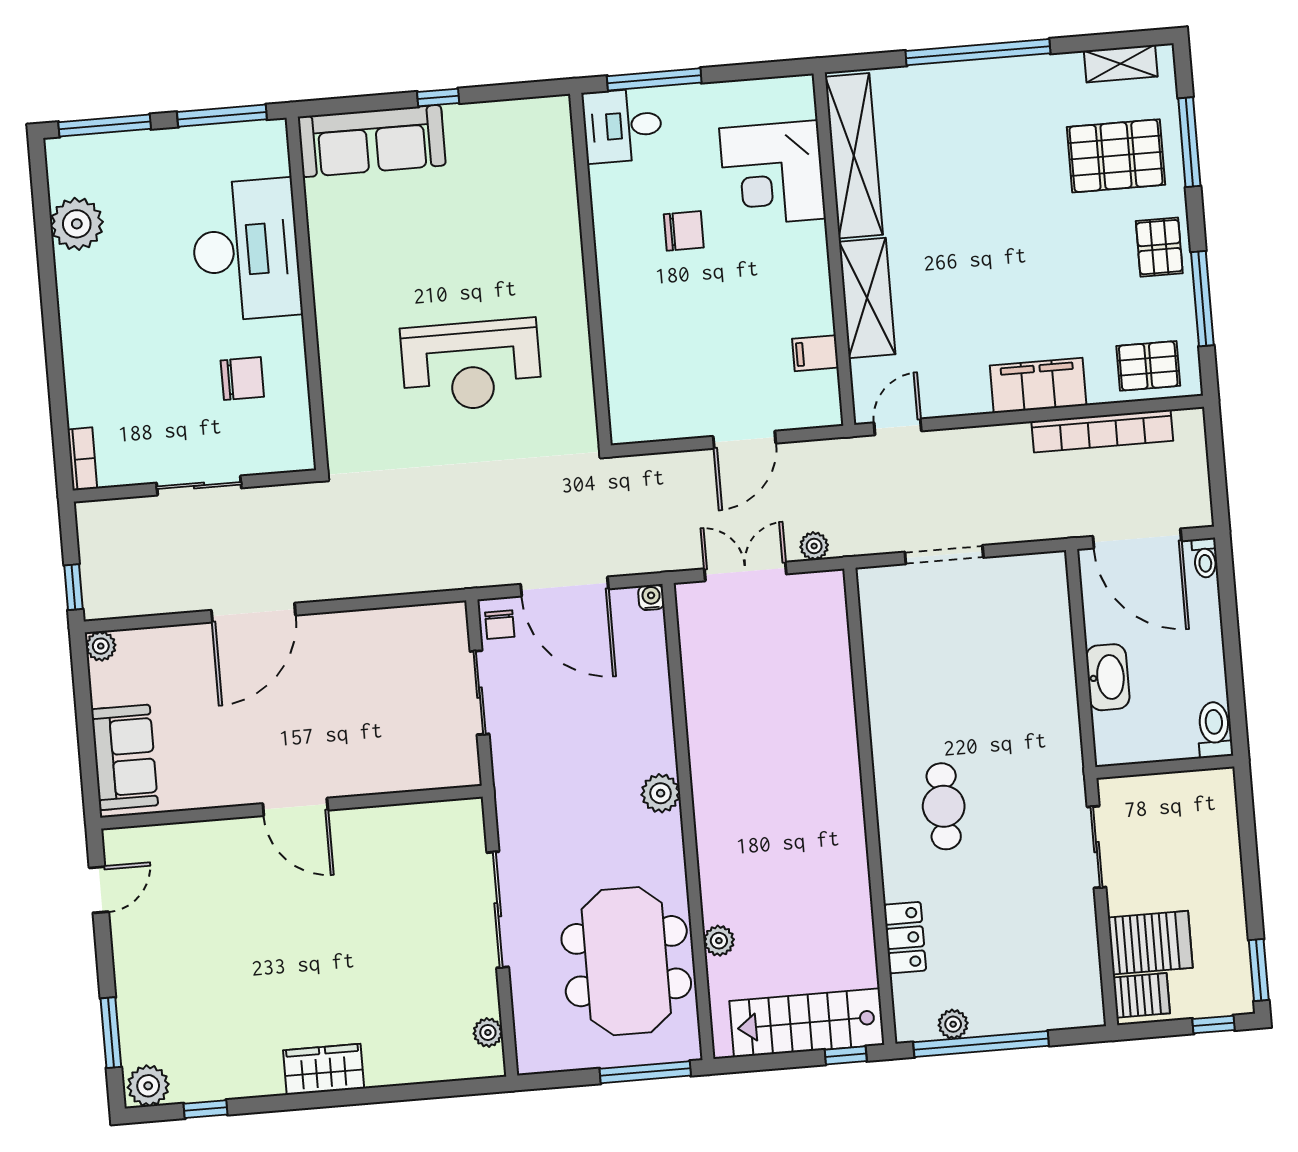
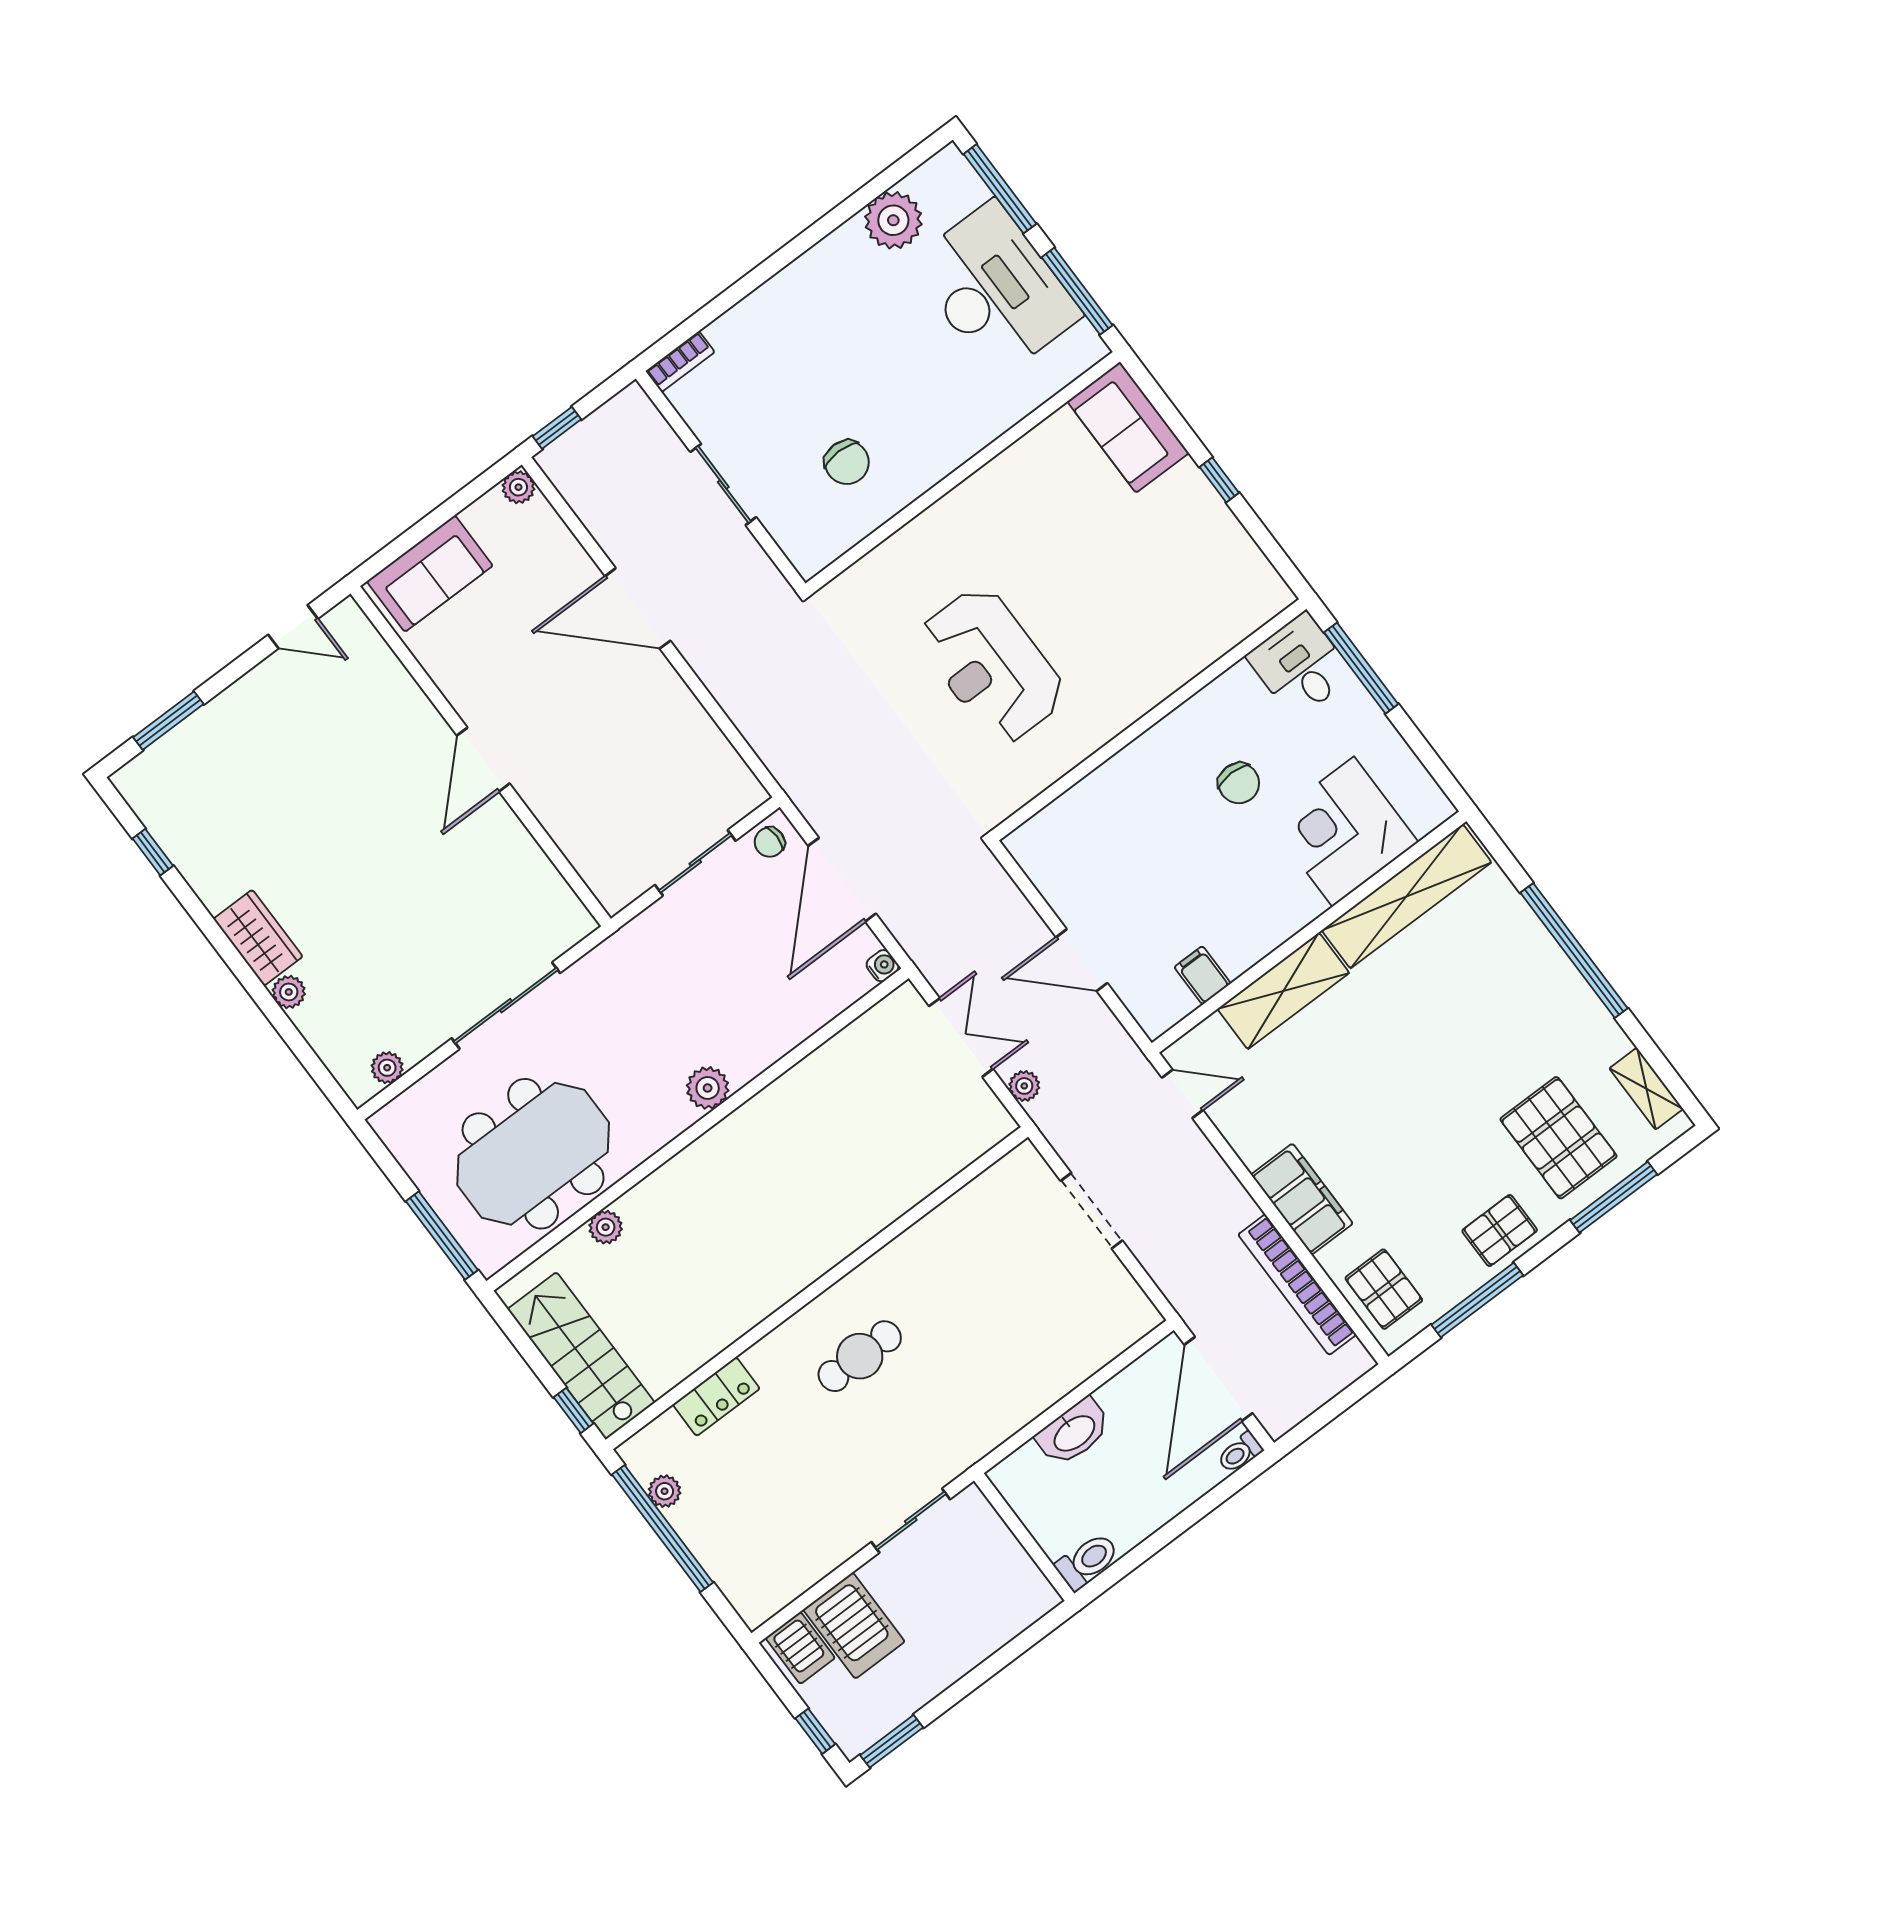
sofa: (372, 141) -> (1128, 427), width x0.73
desk: (246, 250) -> (995, 289), moved, turned -90
plant: (148, 1086) -> (289, 992), moved, width x0.73, depth x0.73

